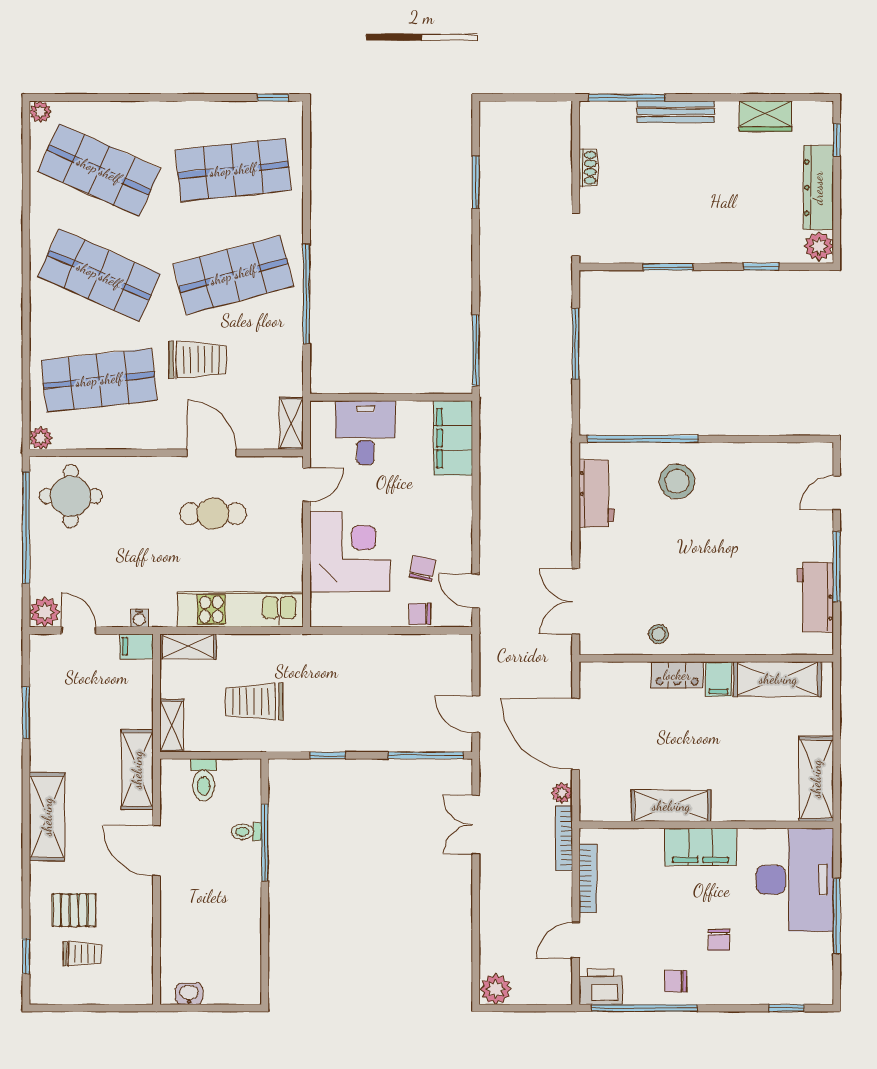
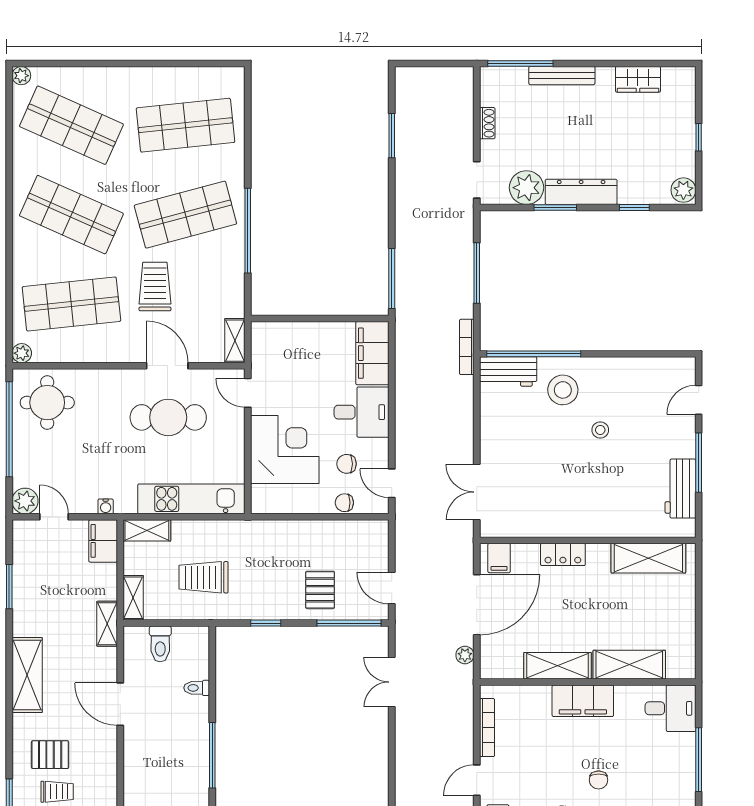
window: (273, 97) -> (219, 63), removed
window: (837, 140) -> (699, 137), moved
dresser: (818, 188) -> (581, 192), moved, turned 90
plant: (634, 243) -> (526, 188), added
trolley: (197, 360) -> (155, 286), turned -90
desk: (365, 433) -> (362, 412), moved, turned 90
door: (306, 485) -> (248, 393), swing flipped
workbench: (596, 494) -> (508, 371), moved, turned 90
cafe table: (213, 514) -> (168, 417), width x1.37, depth x1.35
chair: (423, 568) -> (346, 464), turned -102
stool: (659, 634) -> (600, 430), moved
filing cabinet: (136, 646) -> (103, 541), width x2.00
filing cabinet: (719, 679) -> (499, 558), moved
pallet: (392, 716) -> (320, 590), added
door: (576, 734) -> (477, 605), swing flipped
shelving: (137, 770) -> (107, 624), width x0.67, depth x0.75
shelving: (816, 779) -> (629, 665), moved, turned 90
bookcase: (564, 838) -> (467, 347), moved
window: (265, 843) -> (212, 755), moved
desk: (795, 880) -> (671, 708), width x0.53, depth x0.77

